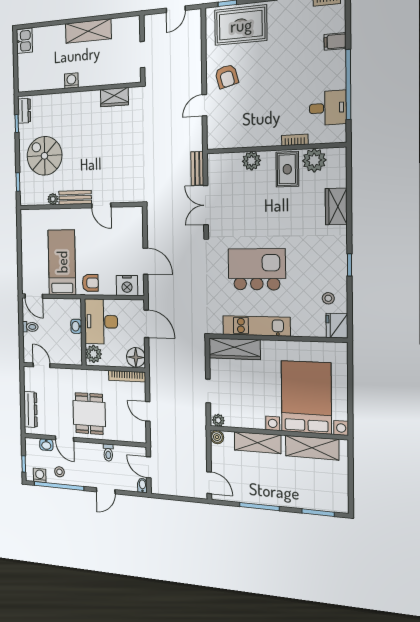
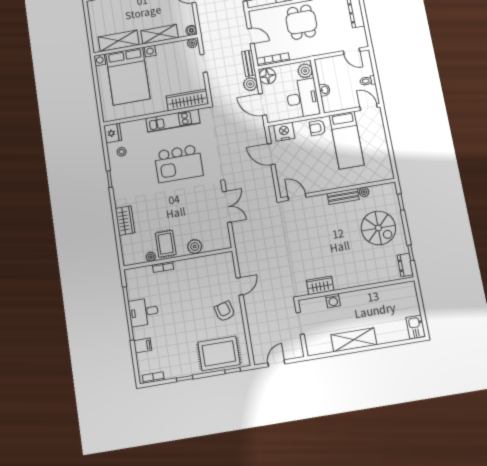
washing machine: (71, 81) -> (333, 301), moved
desk: (328, 108) -> (144, 312), moved
plant: (314, 160) -> (151, 257), width x0.53, depth x0.53
bench: (197, 168) -> (249, 63), moved
door: (101, 205) -> (297, 197), moved
plant: (157, 352) -> (250, 84), added

